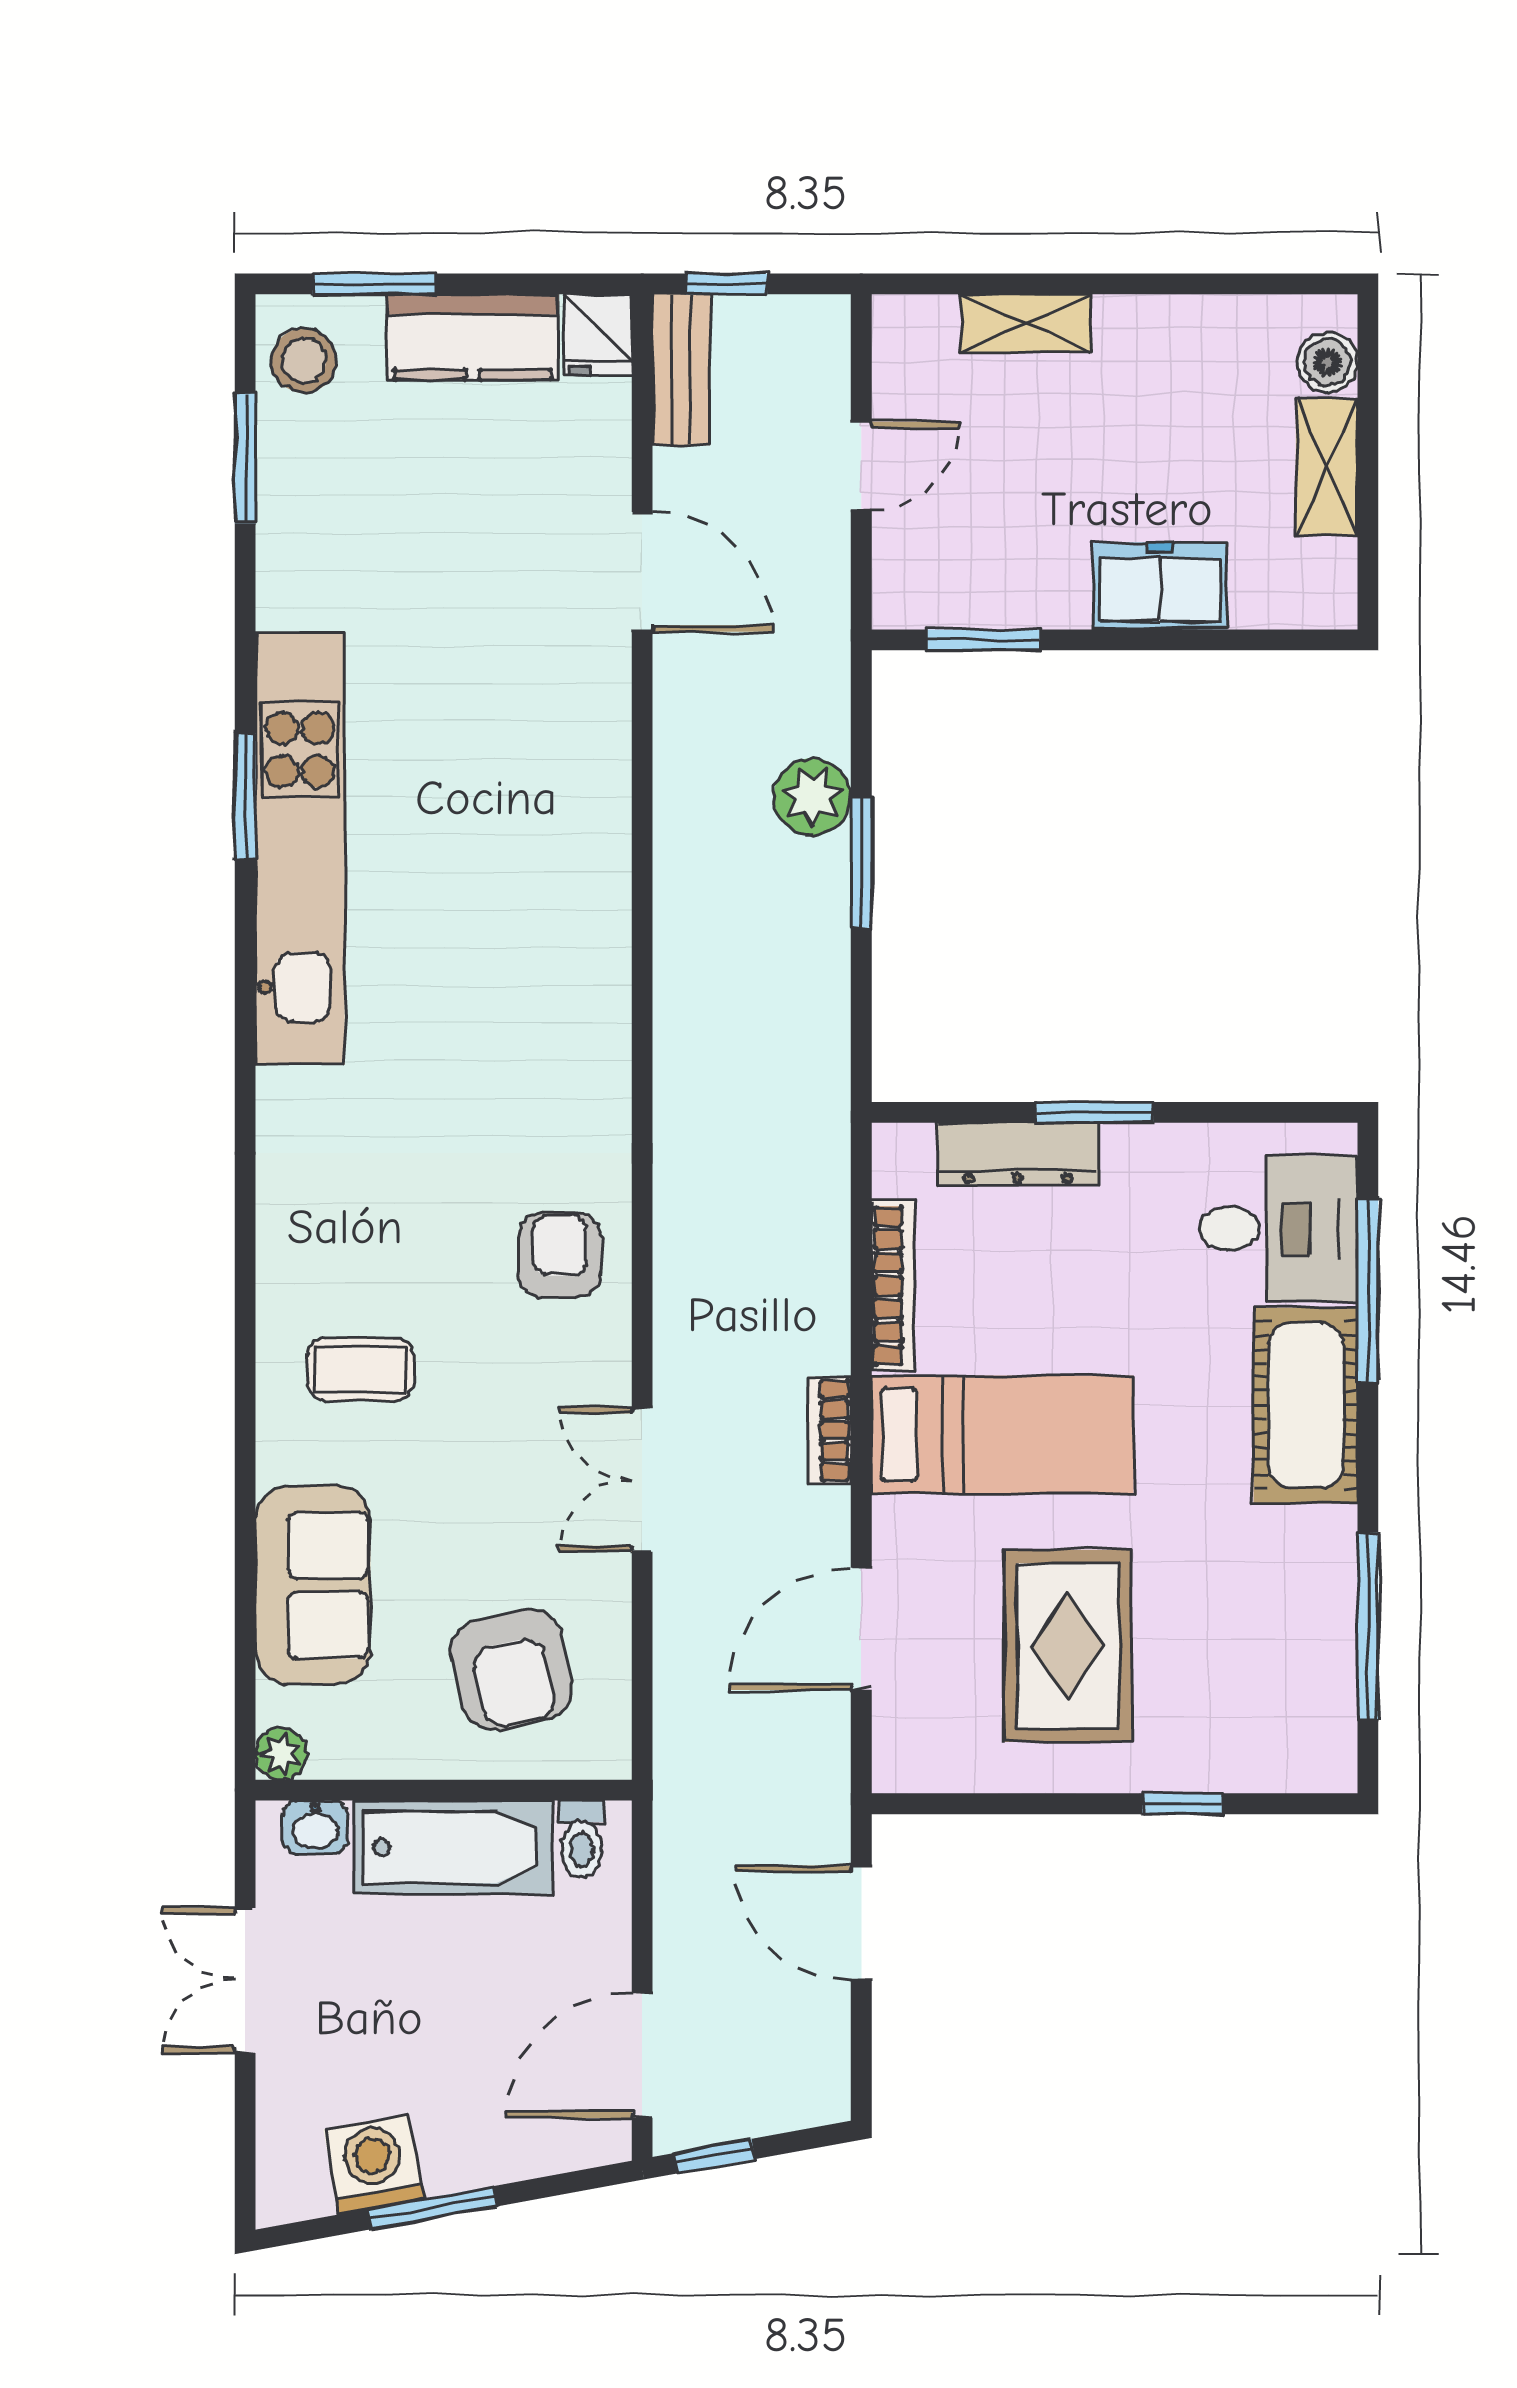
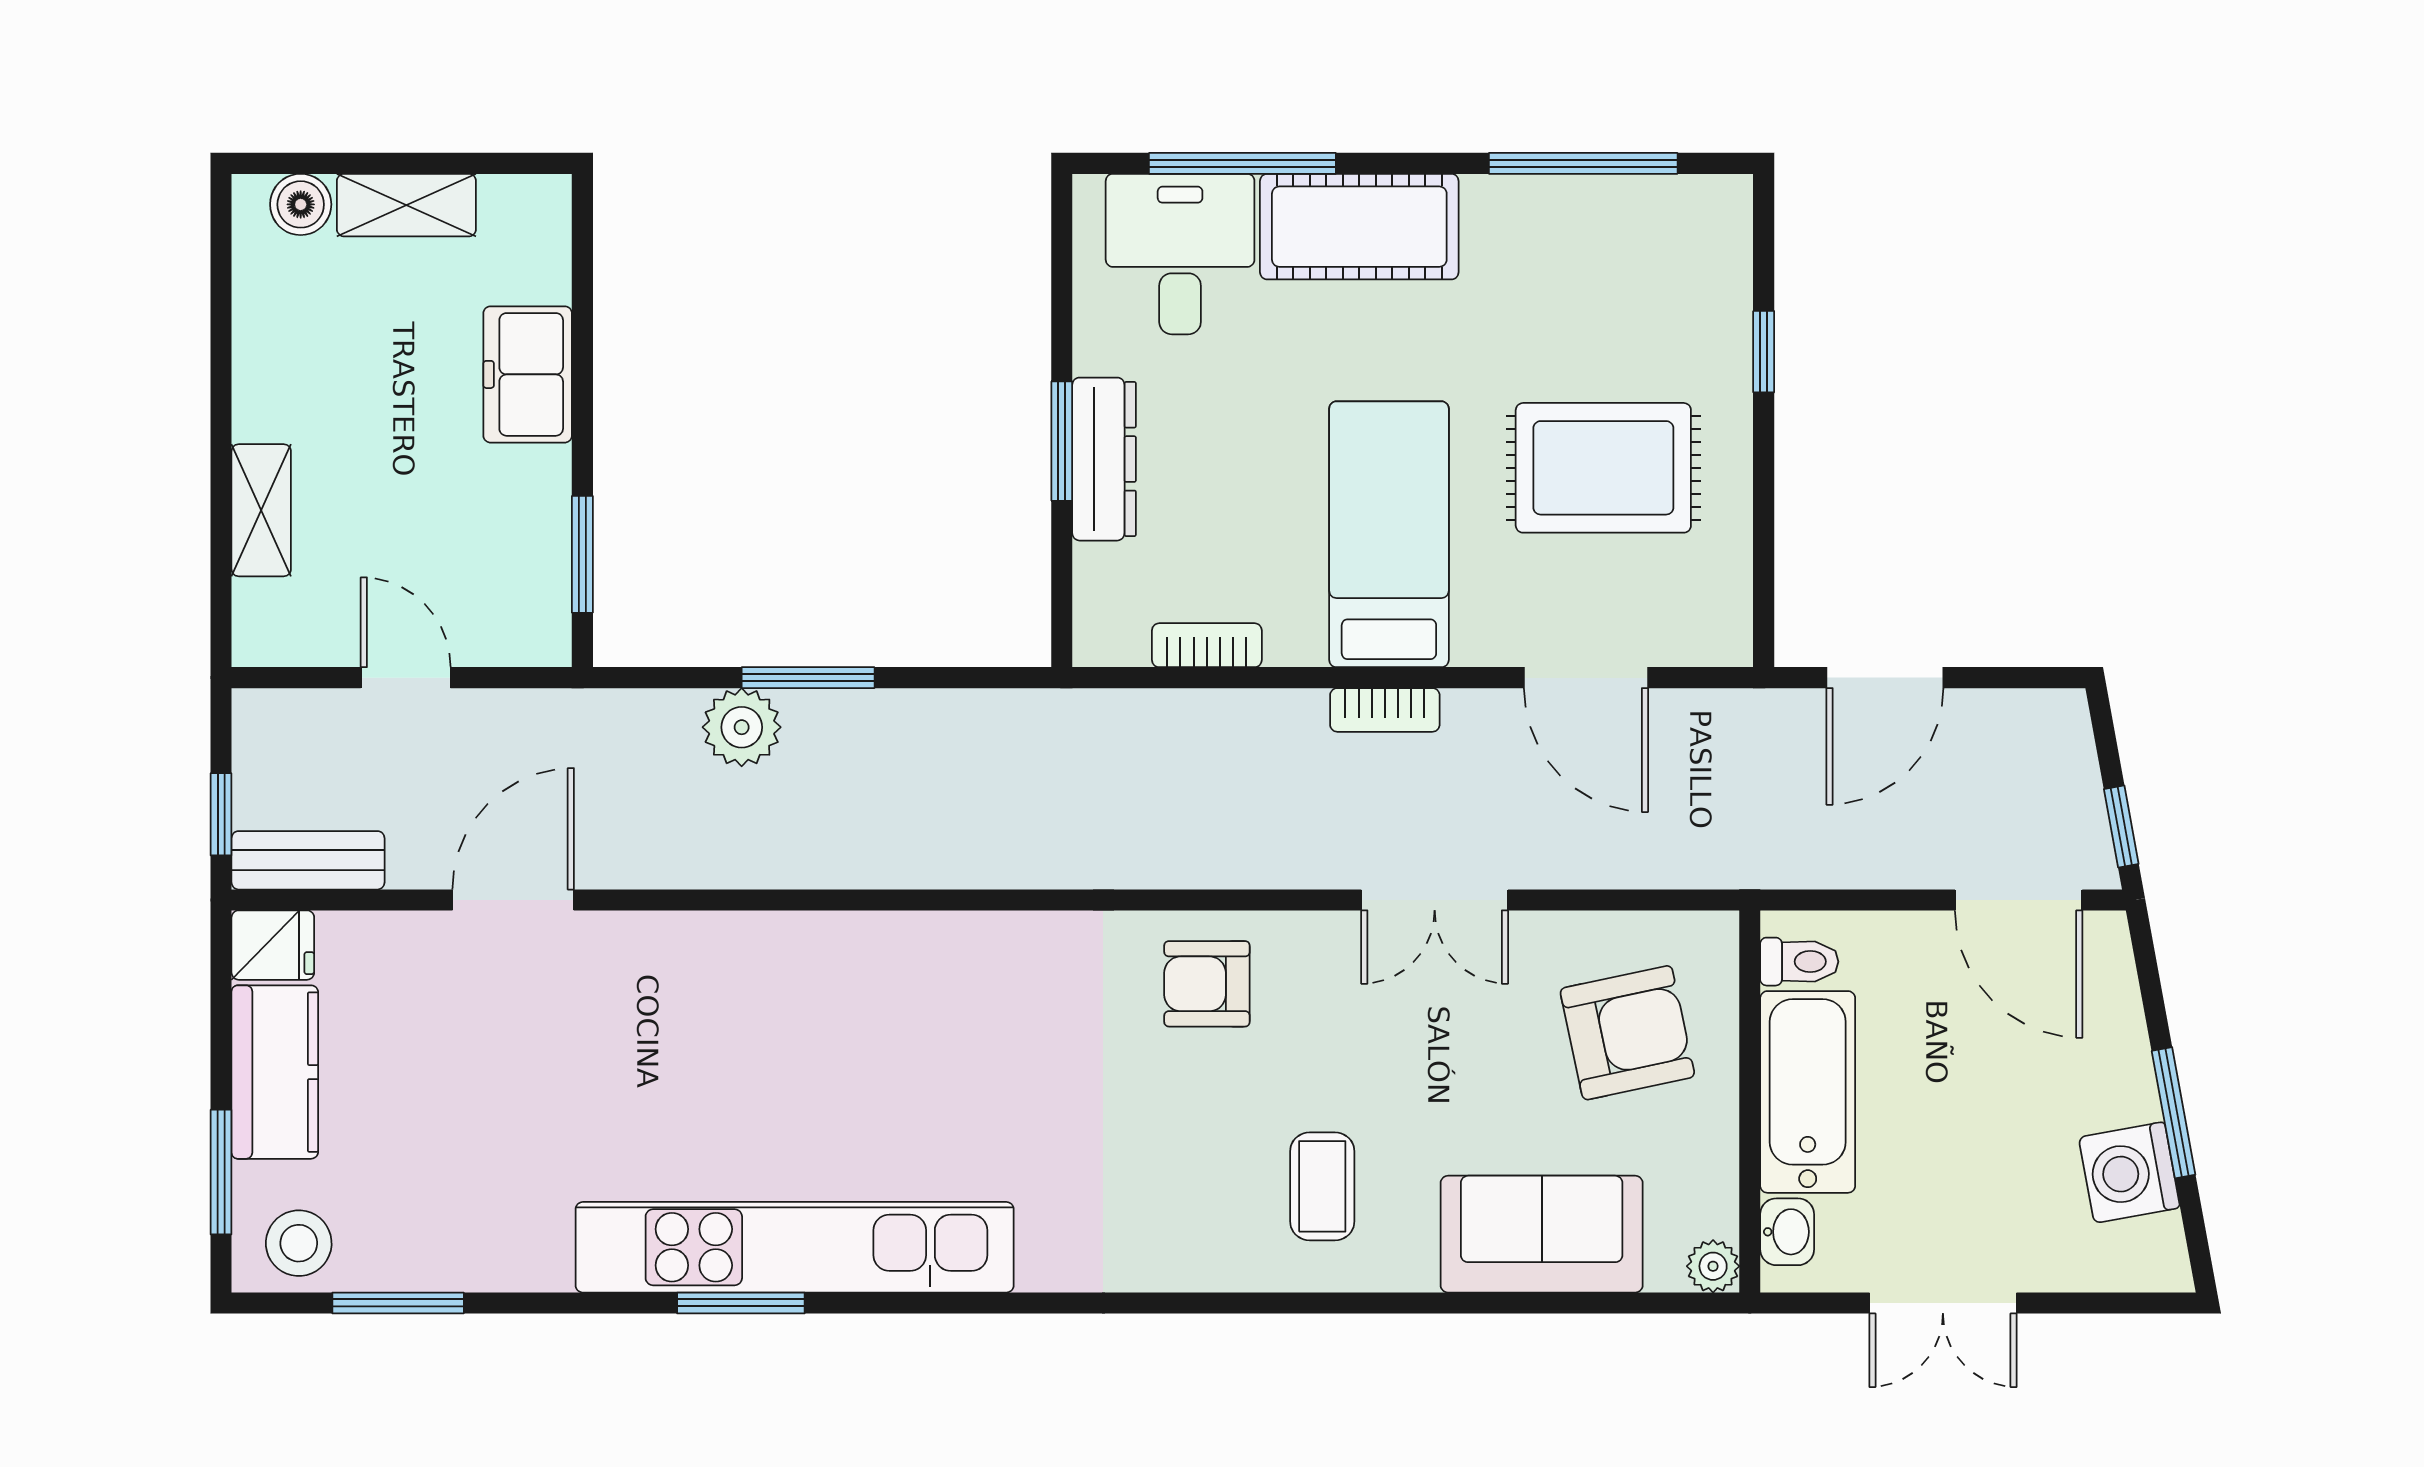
dresser: (1018, 1154) -> (1104, 459), moved
bookcase: (893, 1286) -> (1207, 645), width x0.64

